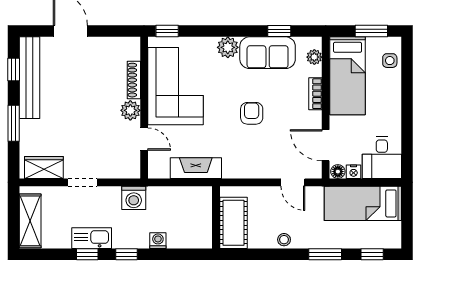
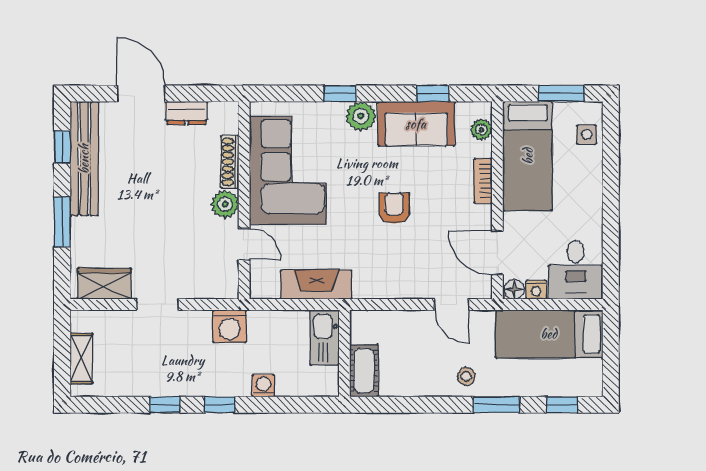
window: (167, 31) -> (340, 93), moved
dresser: (103, 45) -> (186, 113), added
shelving: (30, 221) -> (81, 358), width x0.67, depth x0.75
cot: (233, 223) -> (364, 371), width x0.73, depth x0.75
kitchen sink: (92, 238) -> (324, 337), moved, turned -90
stool: (284, 240) -> (466, 377), moved

